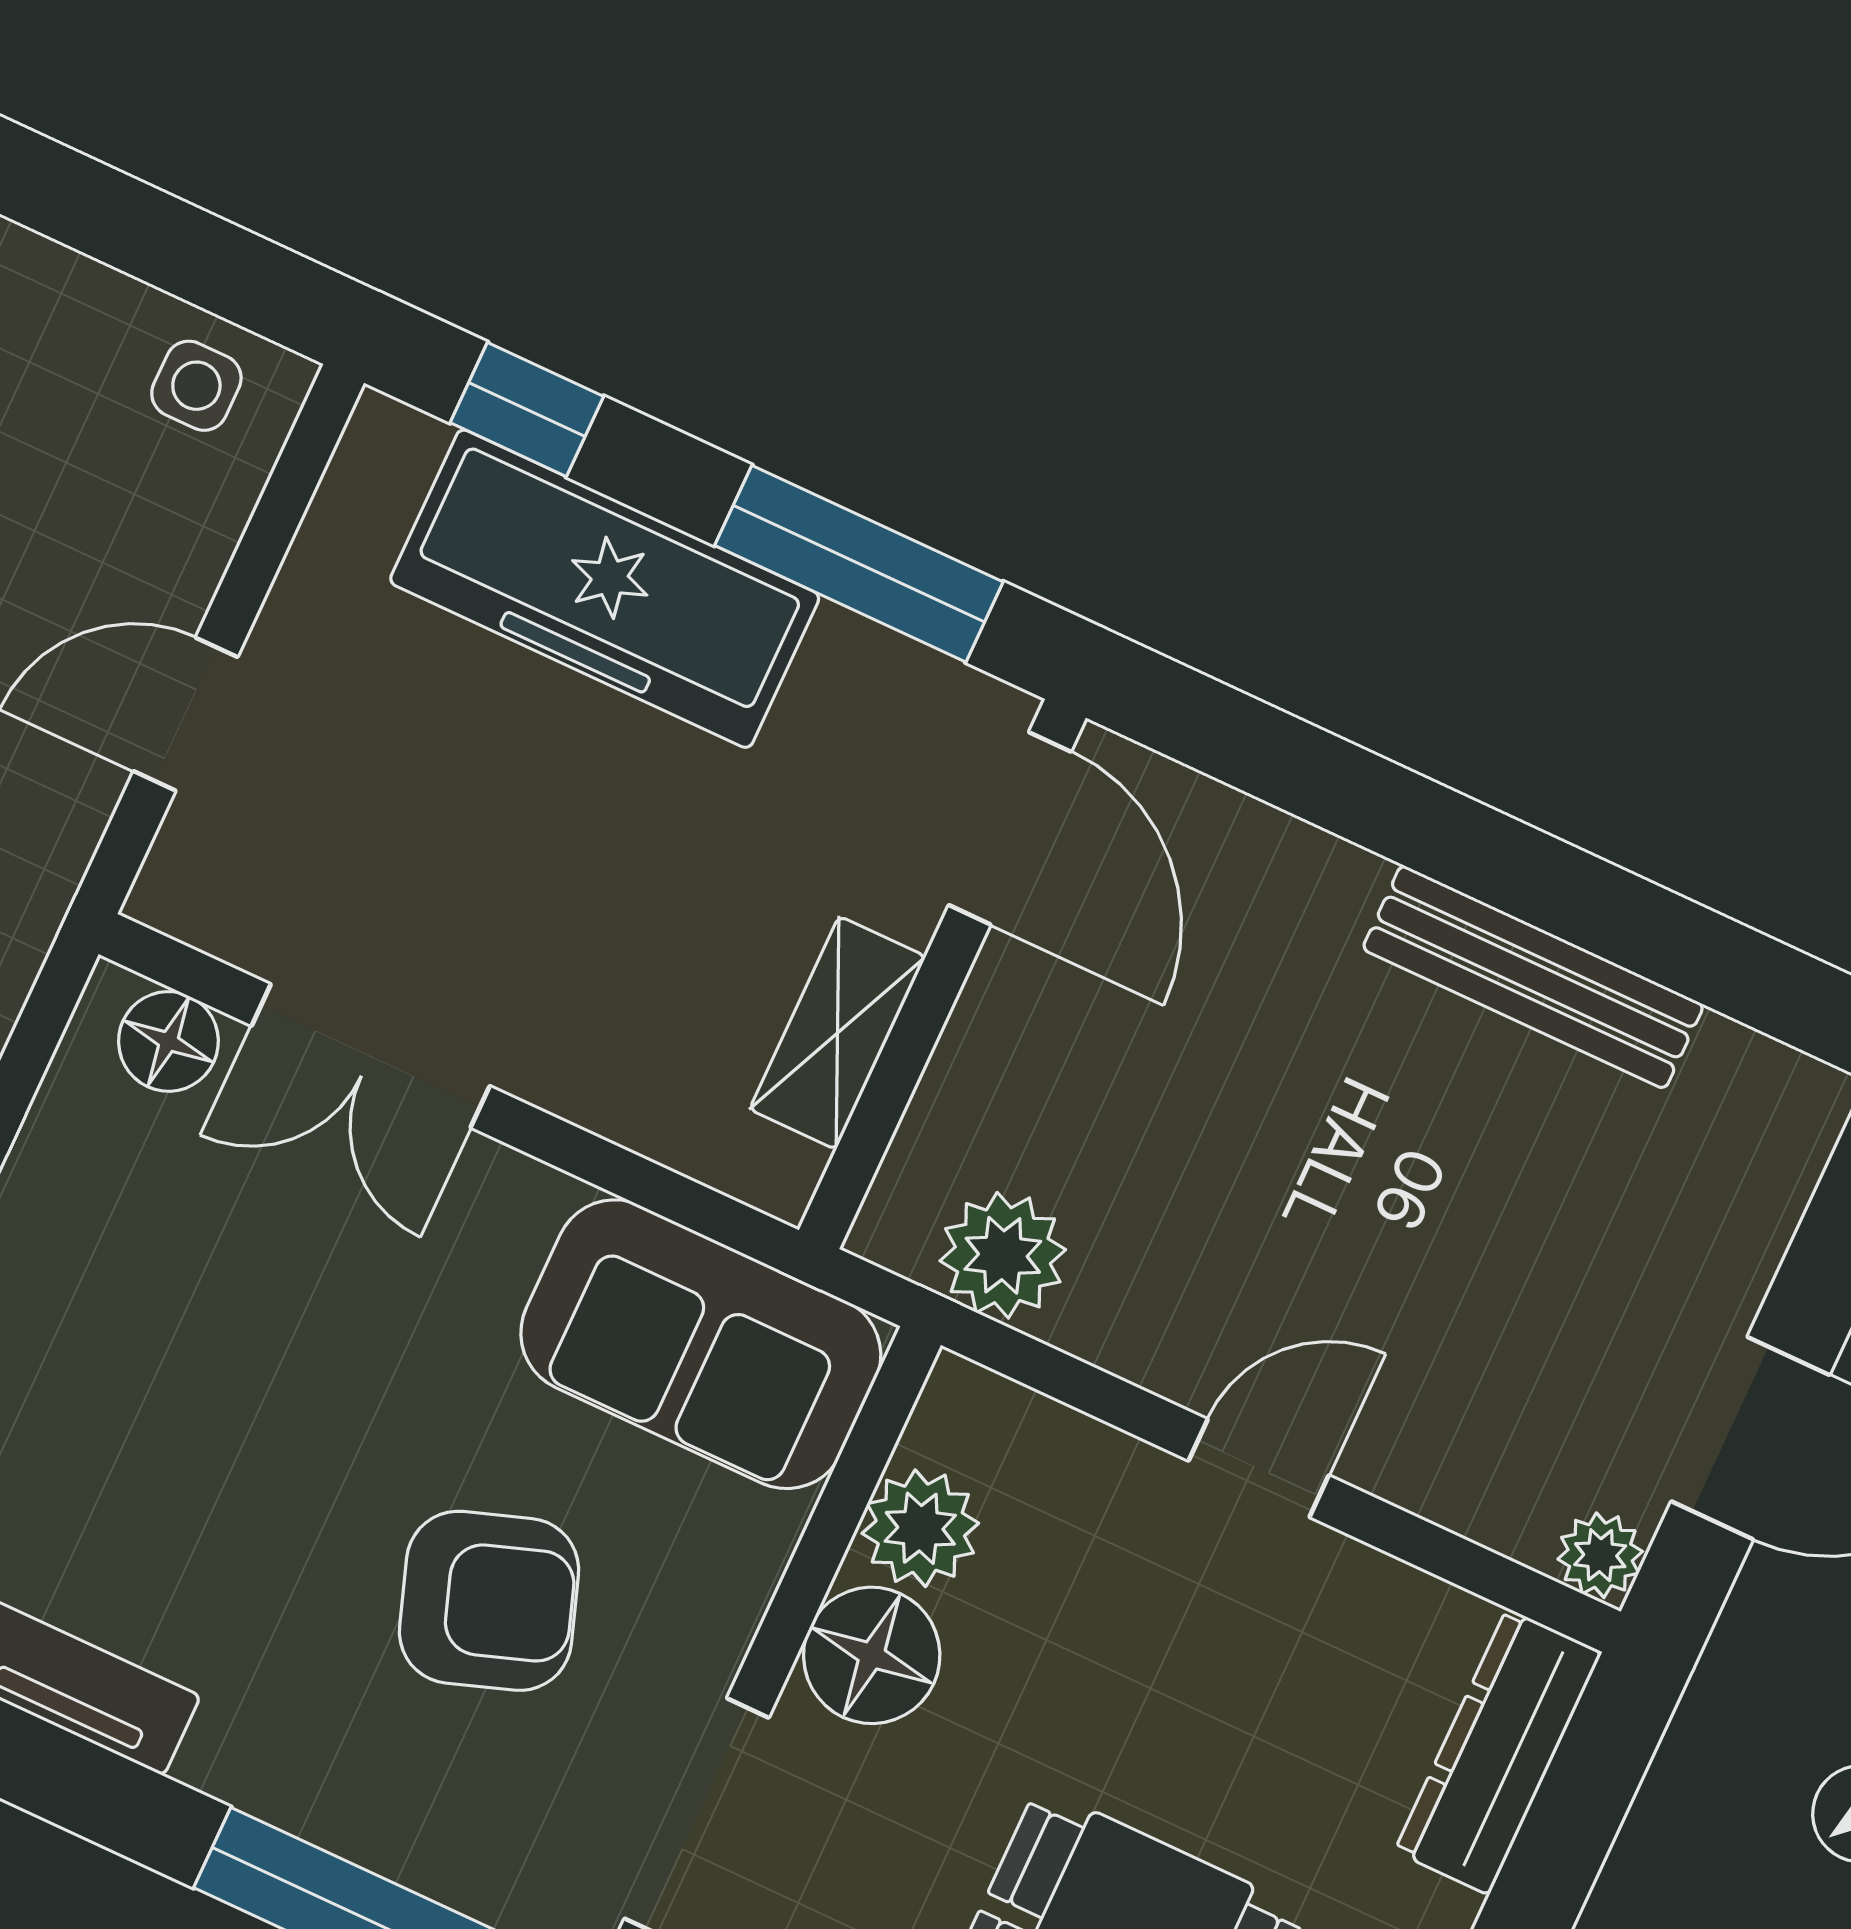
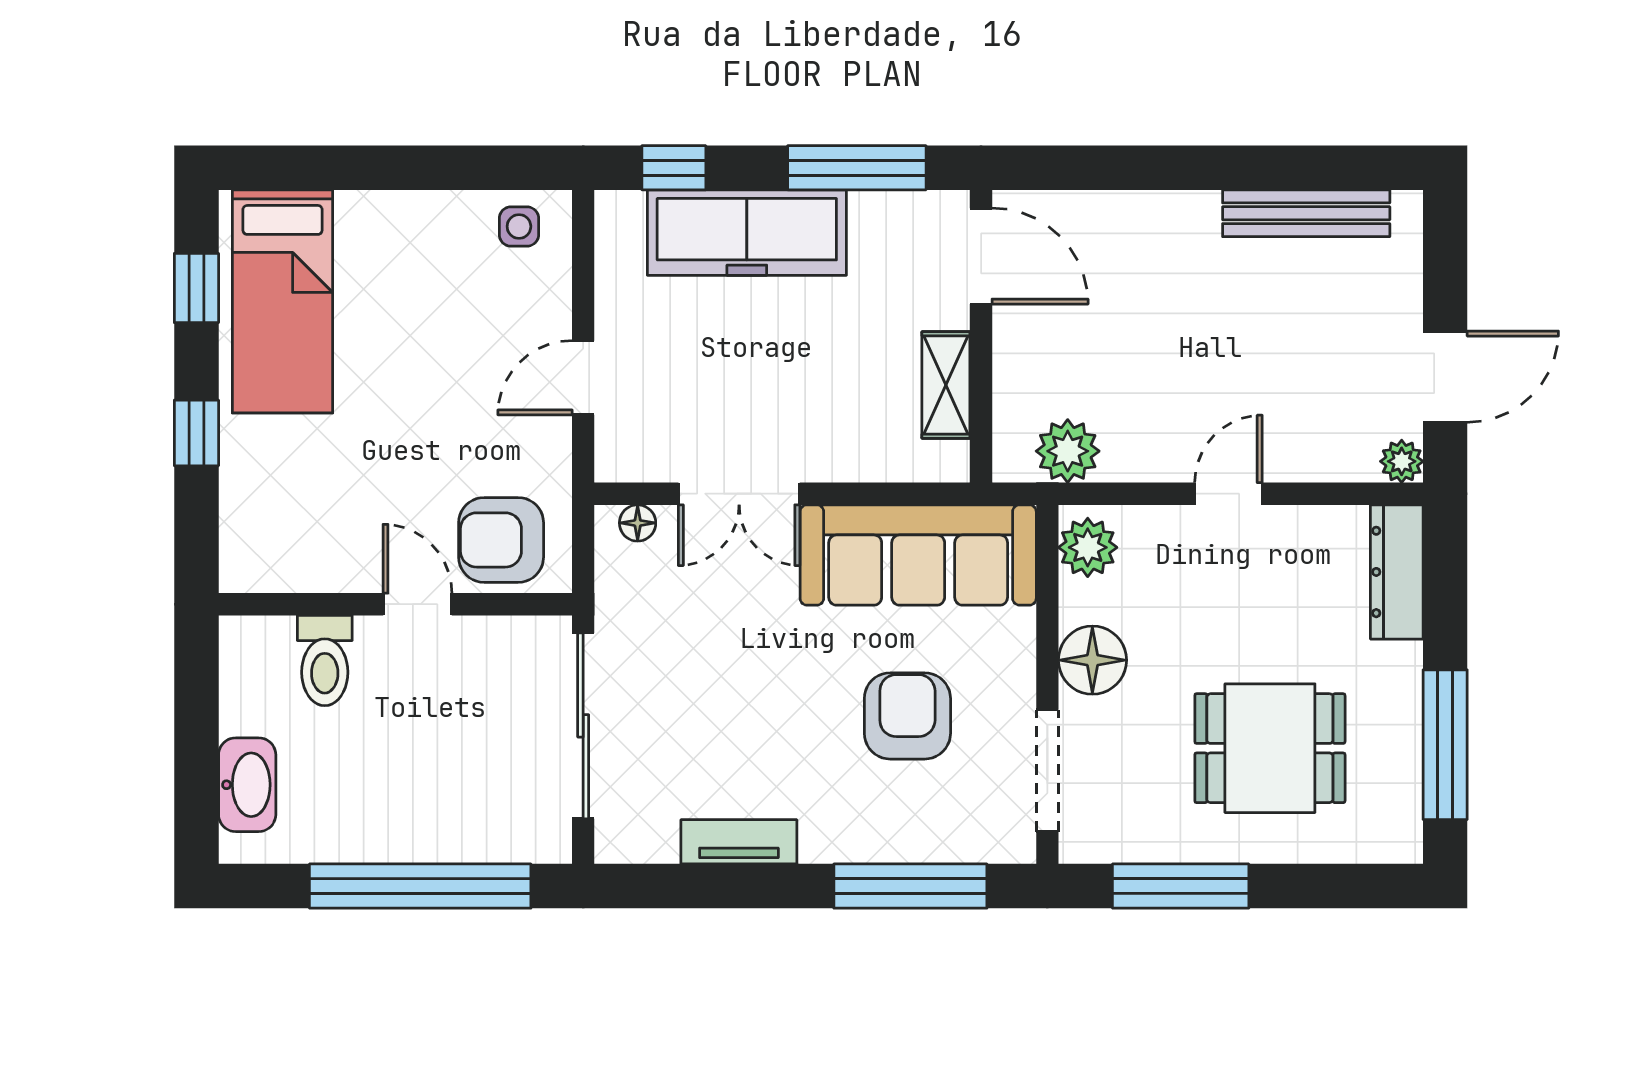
bench: (1533, 977) -> (1306, 213), moved
floor lamp: (168, 1041) -> (638, 523), width x0.73, depth x0.73
sofa: (701, 1344) -> (918, 555), width x1.36
plant: (920, 1528) -> (1088, 547), moved
armchair: (489, 1601) -> (907, 716), turned -71

